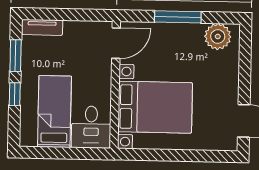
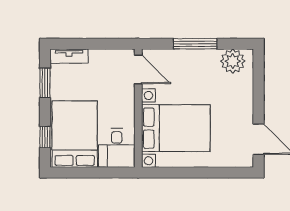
door: (116, 43) -> (138, 69), hinge flipped
window: (15, 94) -> (45, 137), moved
bed: (54, 111) -> (75, 134), width x1.50

